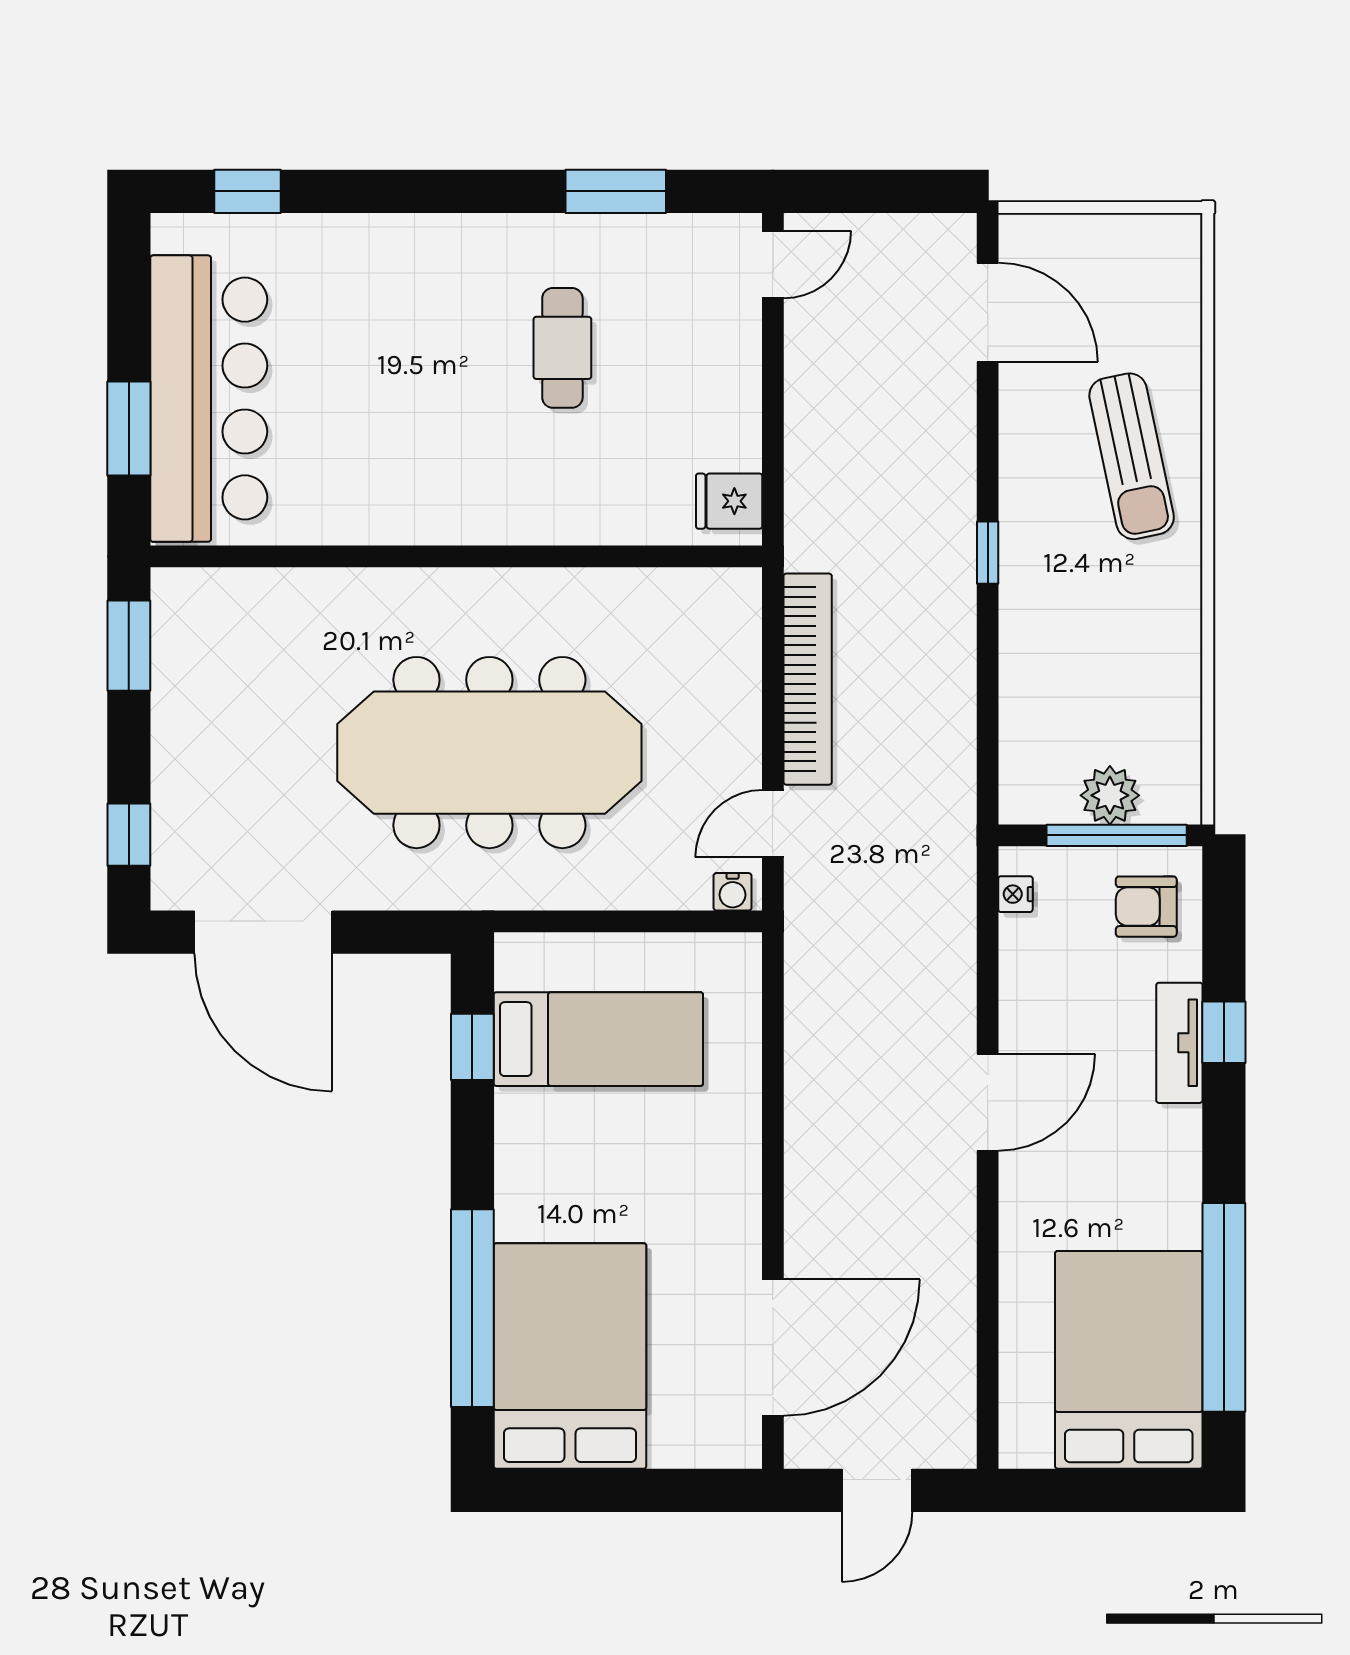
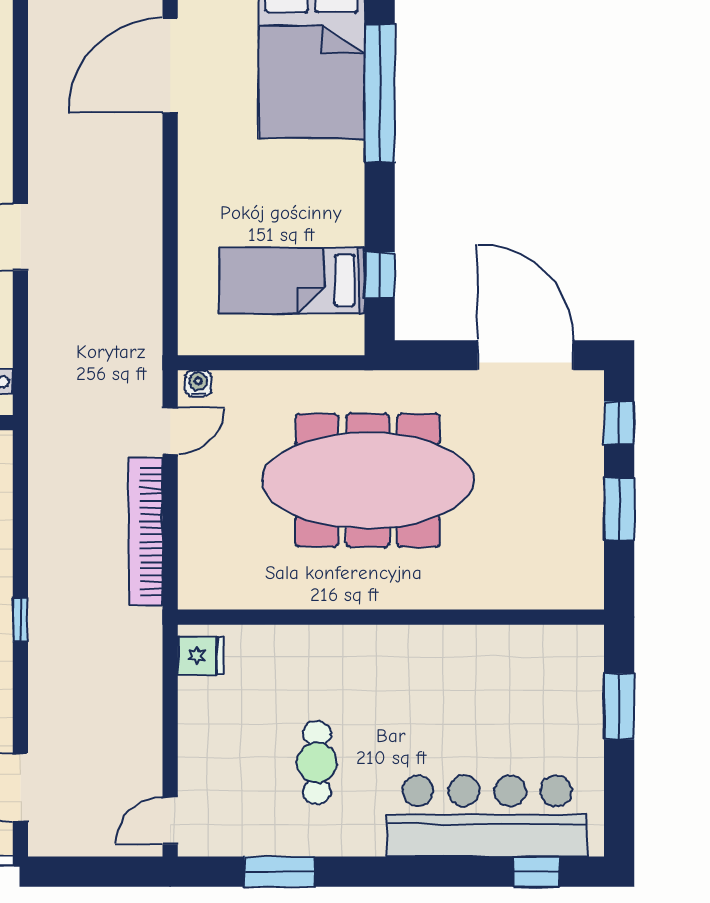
bar counter: (209, 399) -> (487, 816), moved, turned 90
window: (129, 646) -> (619, 510), moved

